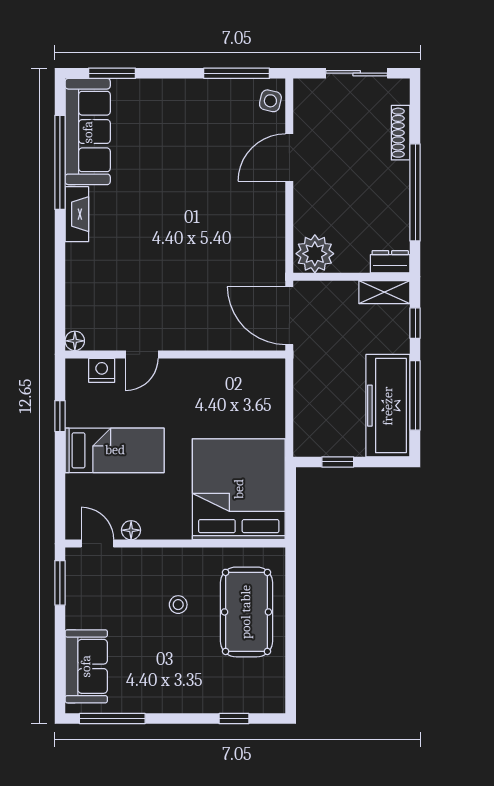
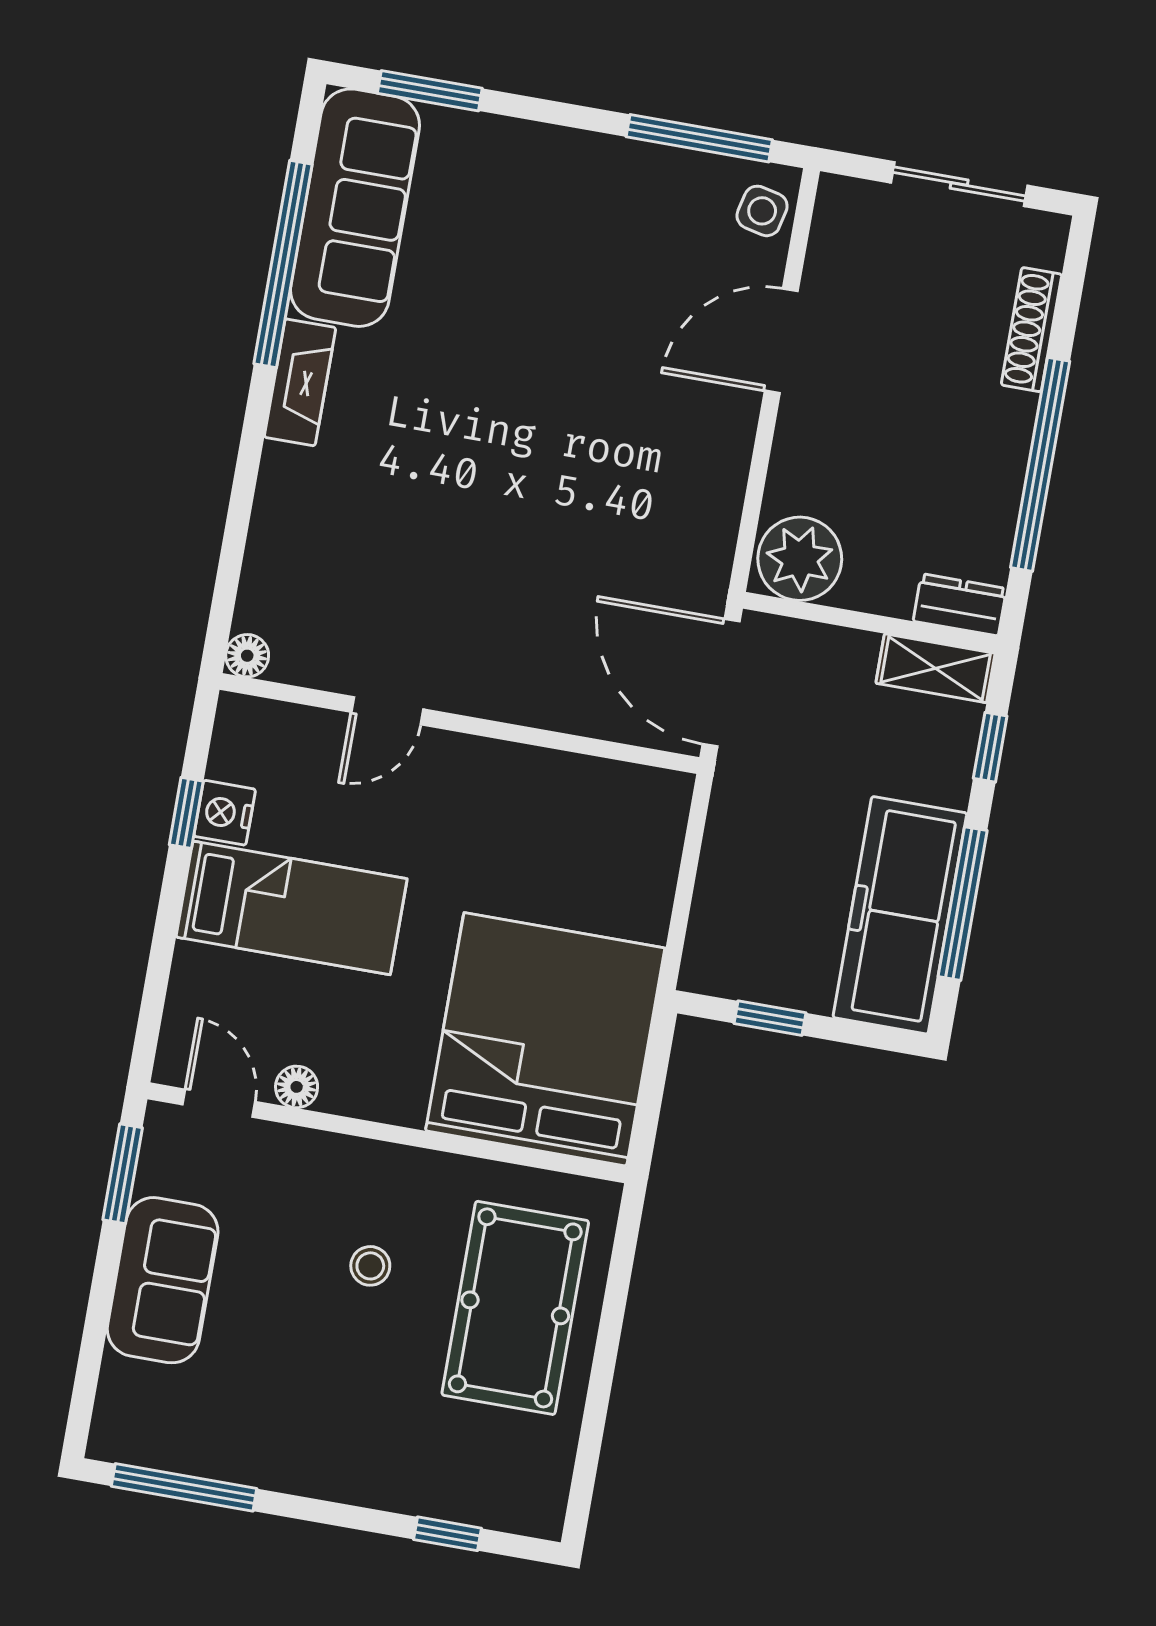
nightstand: (102, 370) -> (225, 813), moved, turned -90
sofa: (86, 666) -> (163, 1280), moved

